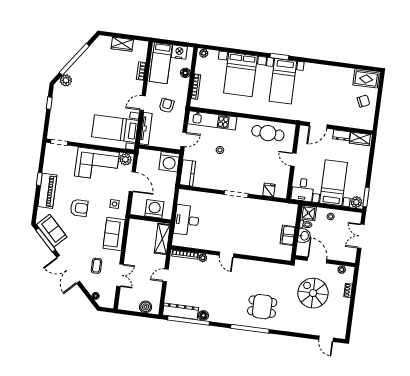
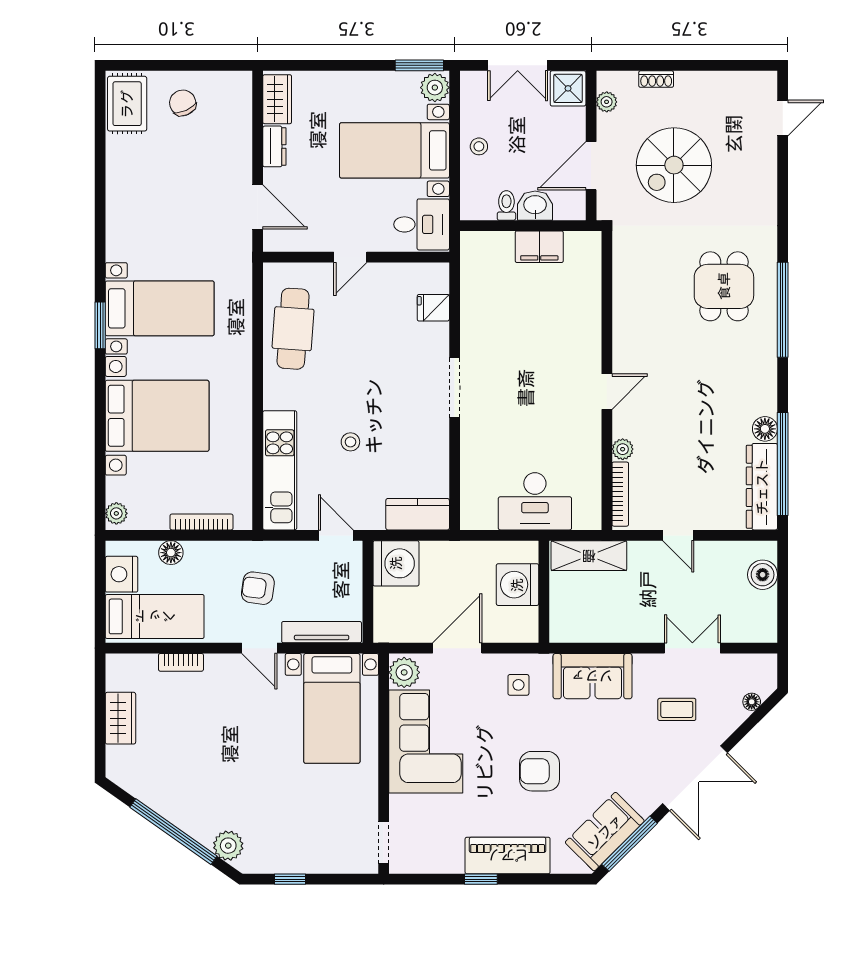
armchair: (79, 208) -> (539, 771), turned -90
shower: (308, 213) -> (568, 88), moved

